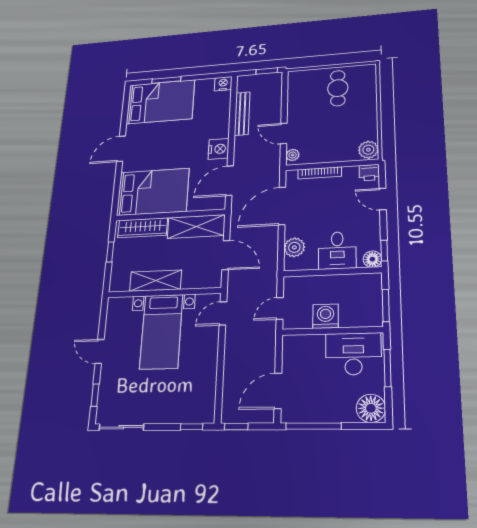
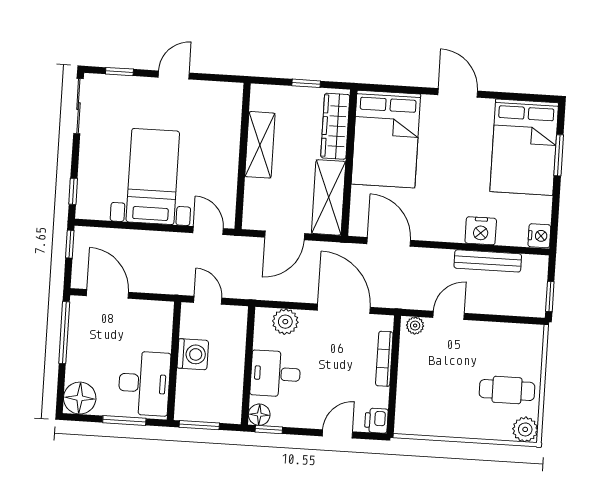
nightstand: (219, 149) -> (481, 231), moved
plant: (368, 150) -> (525, 429), moved
bed with nightstands: (161, 332) -> (153, 177), moved, turned 90

